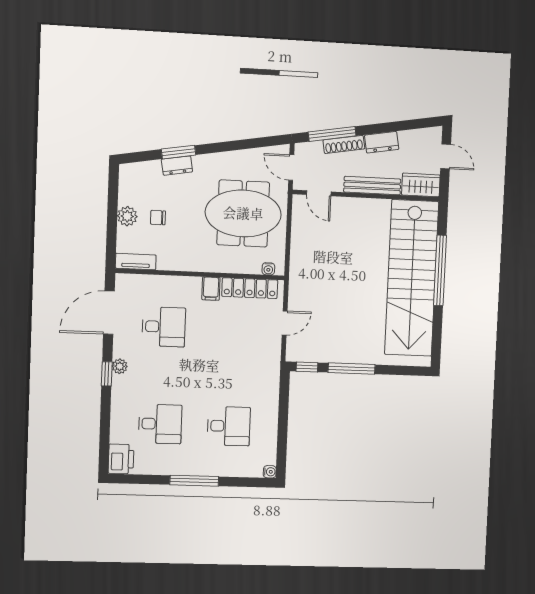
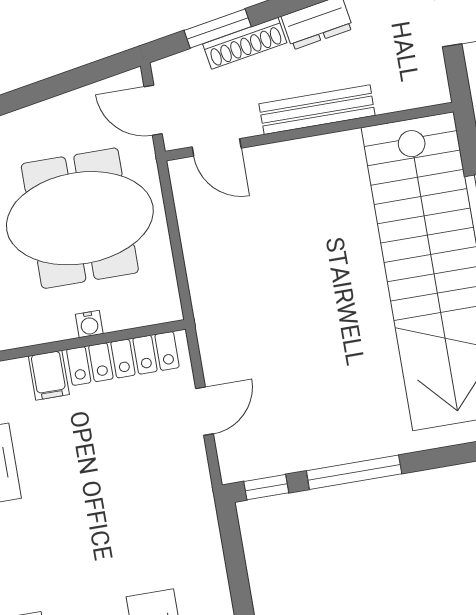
window: (332, 134) -> (218, 29), width x0.69
wardrobe: (421, 185) -> (412, 87), removed
water cooler: (268, 269) -> (89, 324), moved

